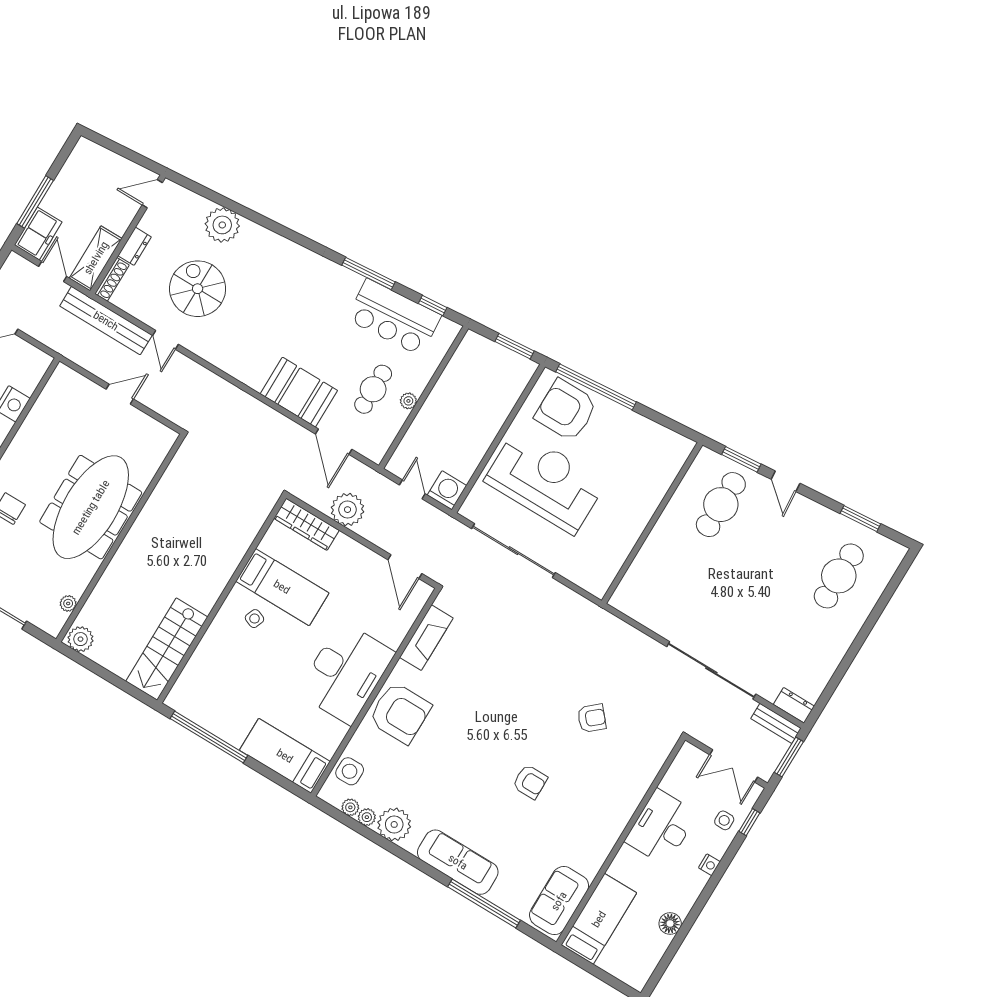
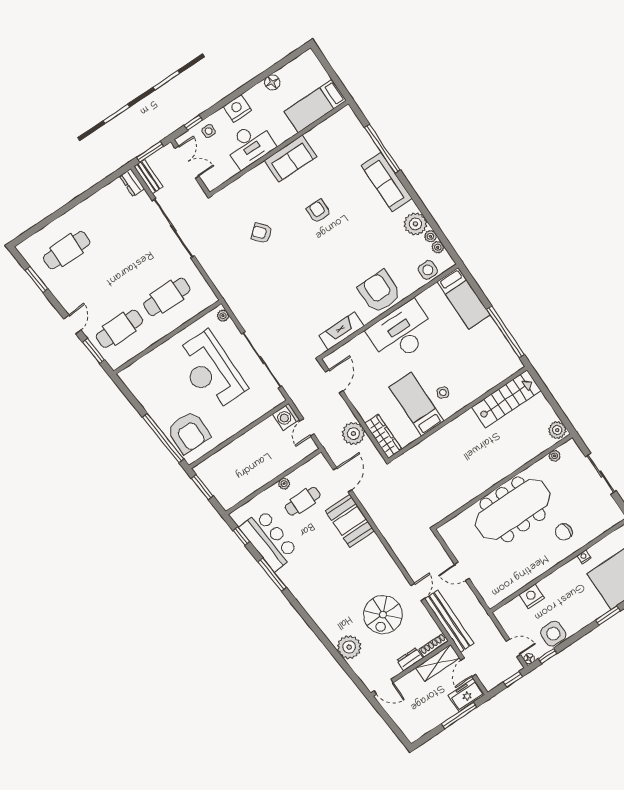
reception desk: (545, 482) -> (210, 371), moved
cafe table: (678, 576) -> (167, 297), added
plant: (592, 585) -> (223, 316), added
nightstand: (709, 865) -> (237, 108), width x1.89, depth x1.79
sofa: (559, 901) -> (291, 159), moved

